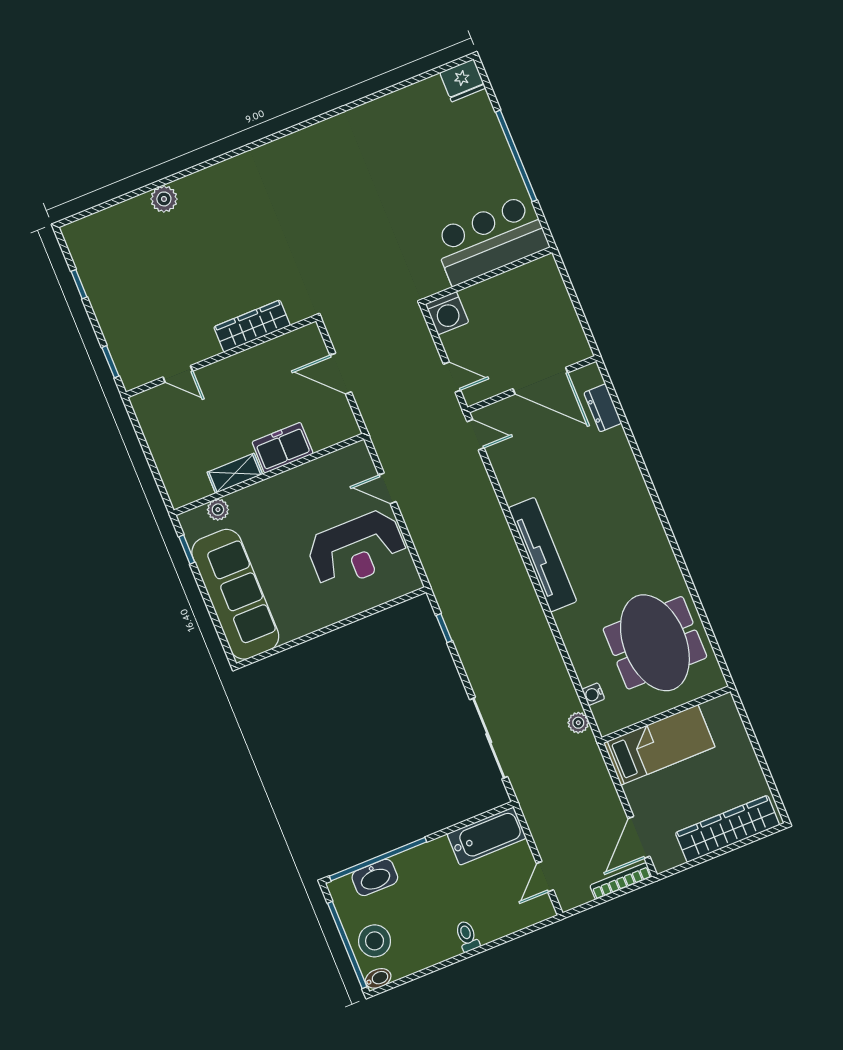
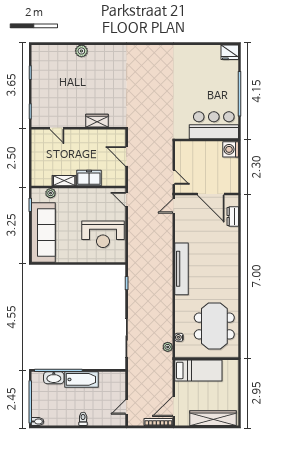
washing machine: (447, 313) -> (231, 149), moved, turned 90
wardrobe: (252, 326) -> (97, 121), width x0.67
door: (475, 435) -> (174, 206), swing flipped
door: (387, 488) -> (127, 199), moved
bathtub: (487, 836) -> (81, 379), moved
stool: (375, 941) -> (43, 405), removed

